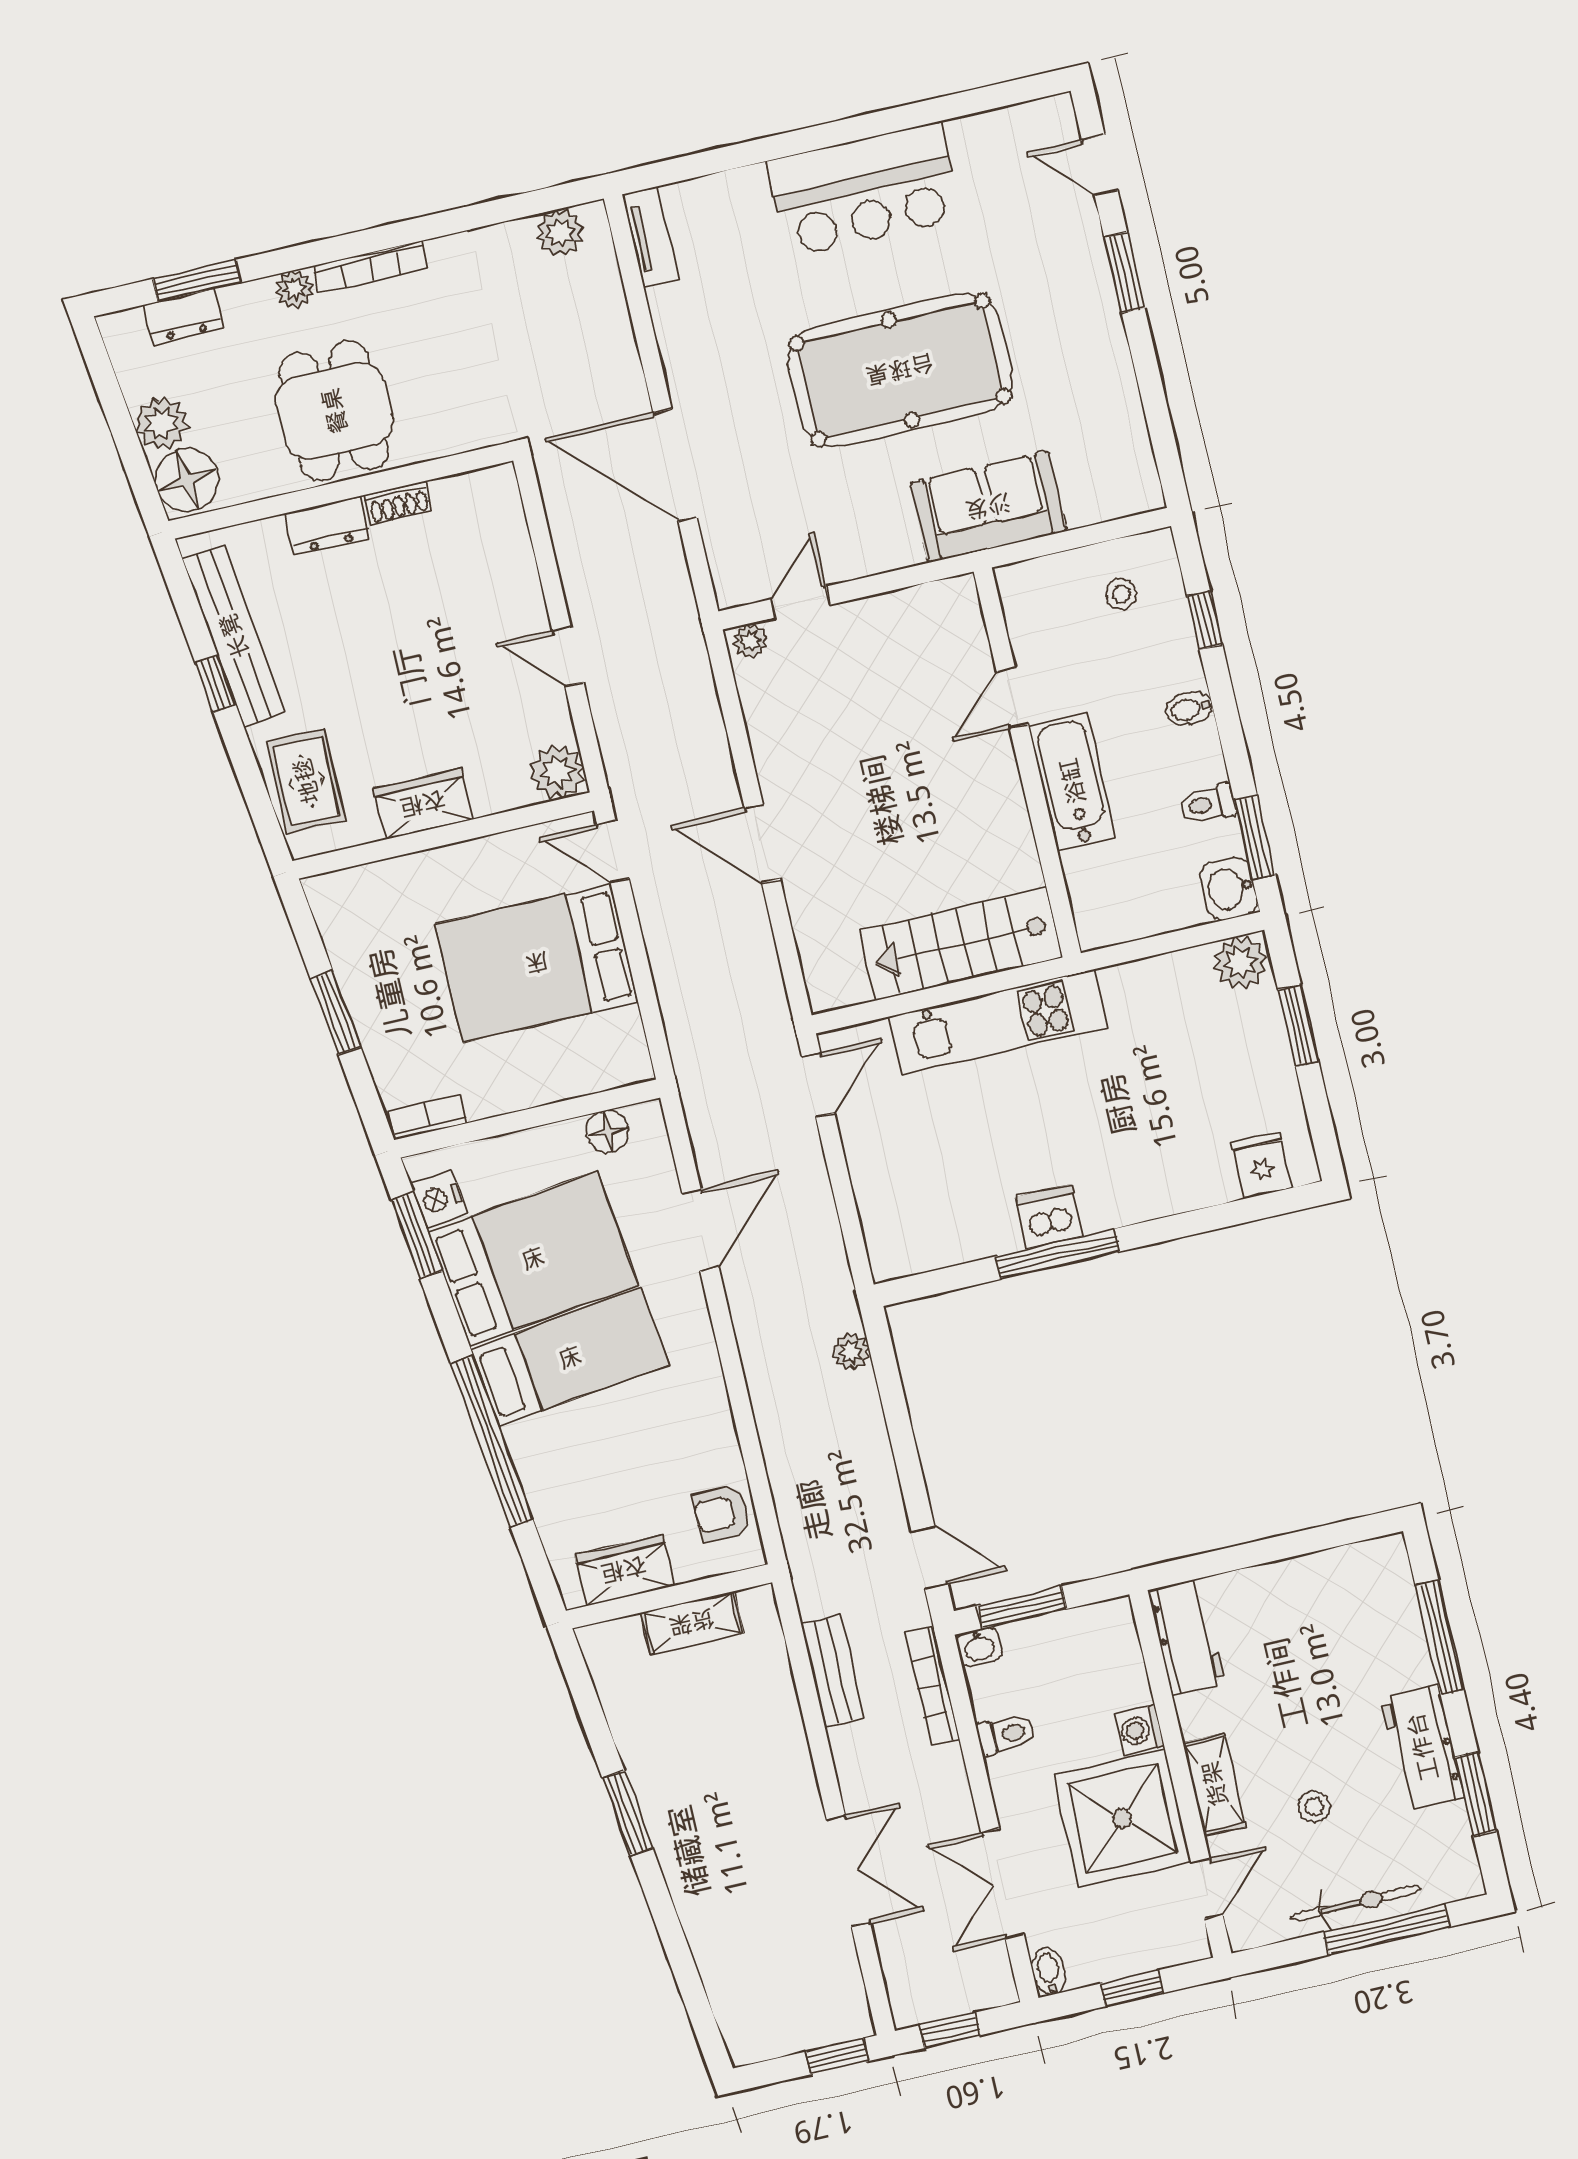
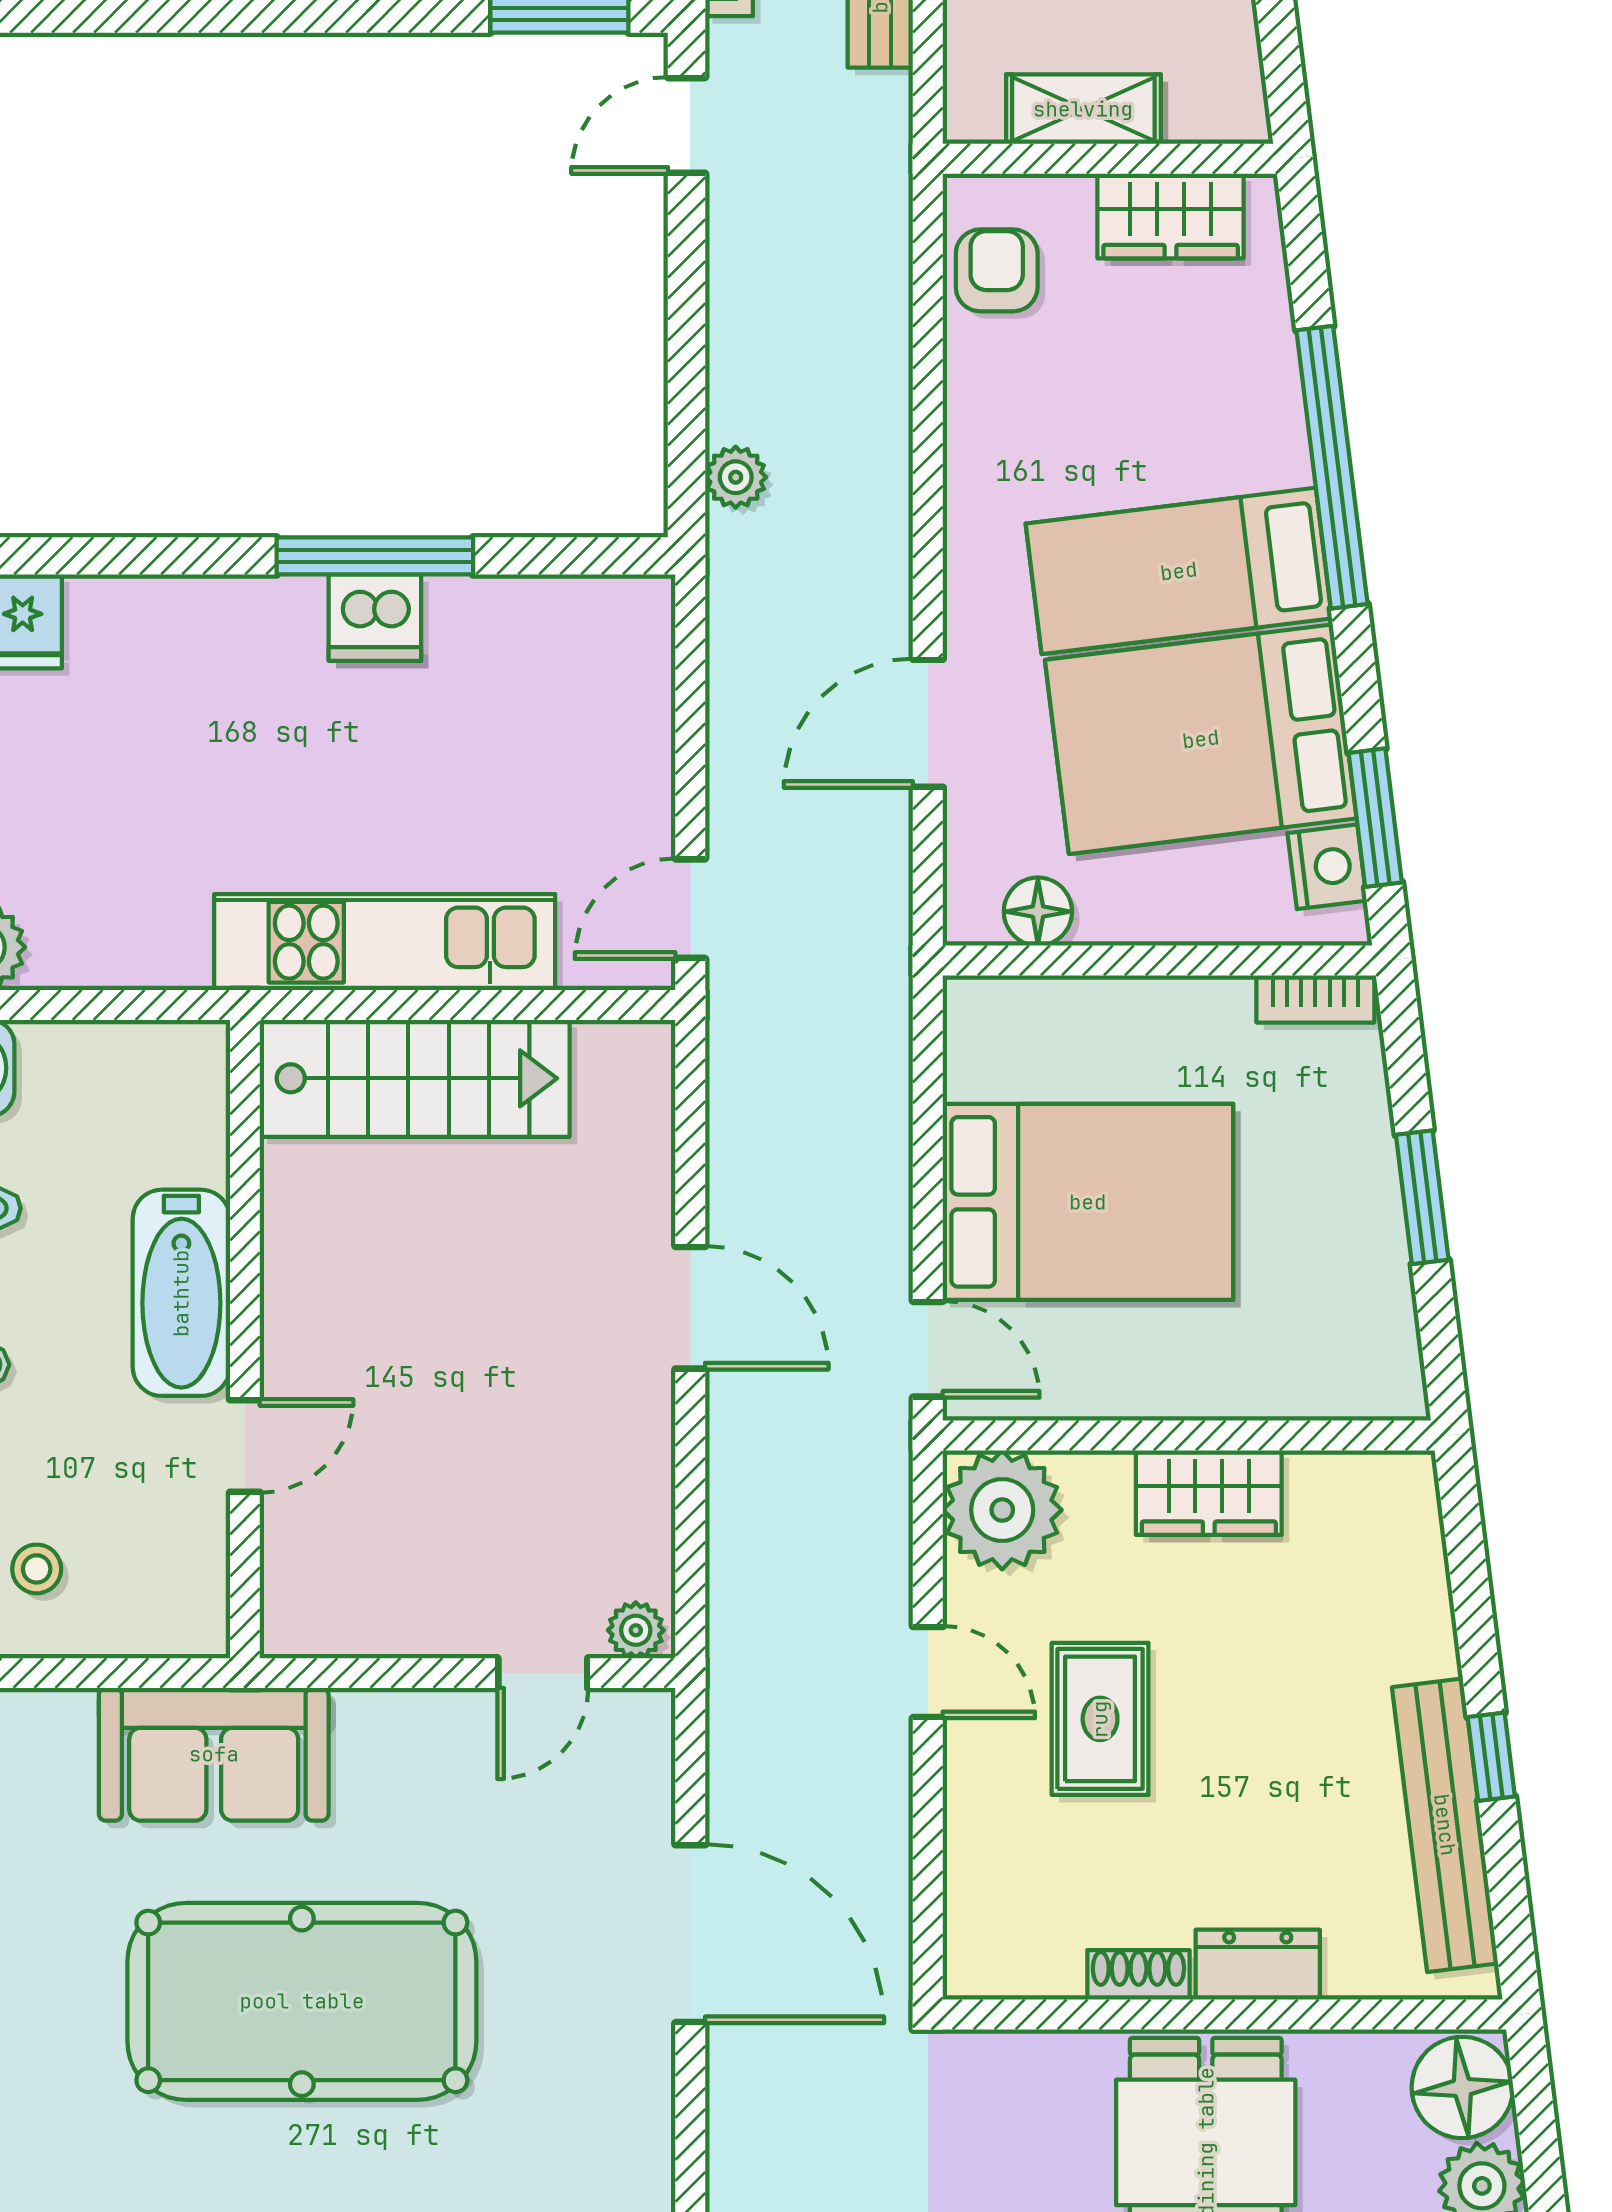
plant: (557, 772) -> (1002, 1510), width x1.36, depth x1.36
rug: (306, 781) -> (1100, 1719), moved
armchair: (722, 1513) -> (997, 270), turned -90
door: (930, 1558) -> (687, 125), hinge flipped

